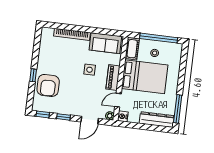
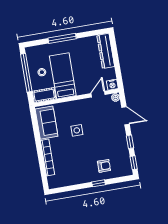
bed: (145, 77) -> (63, 76), width x0.67
piano: (113, 78) -> (78, 105), removed
armchair: (48, 85) -> (104, 166), width x0.53, depth x0.53
door: (118, 100) -> (98, 94), swing flipped
window: (178, 109) -> (62, 38), moved

